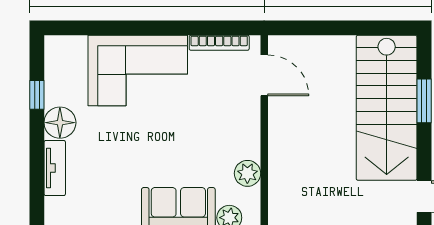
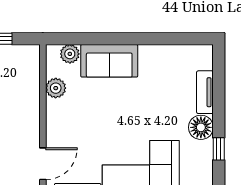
door: (264, 75) -> (43, 164), swing flipped

